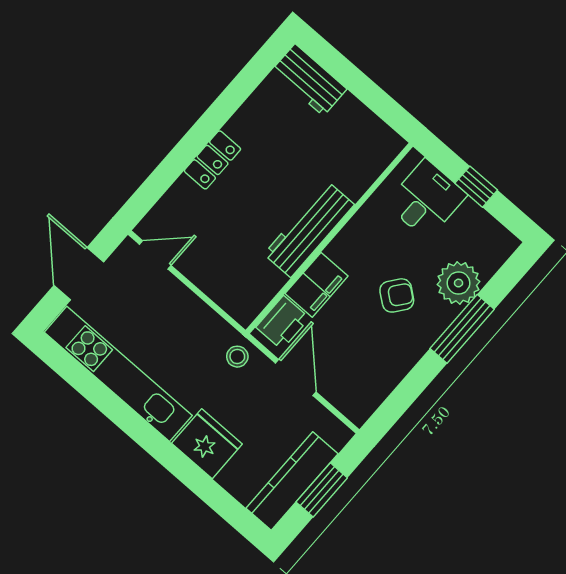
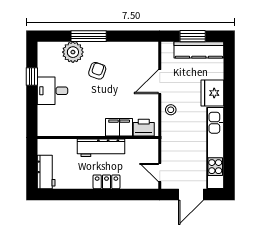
workbench: (309, 229) -> (101, 148), moved
wall: (329, 238) -> (98, 138), moved
filing cabinet: (317, 285) -> (119, 127), moved
armchair: (397, 295) -> (97, 71), turned 71
printer: (283, 323) -> (144, 128), moved

